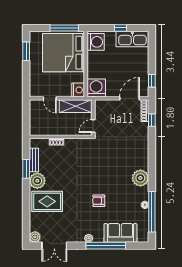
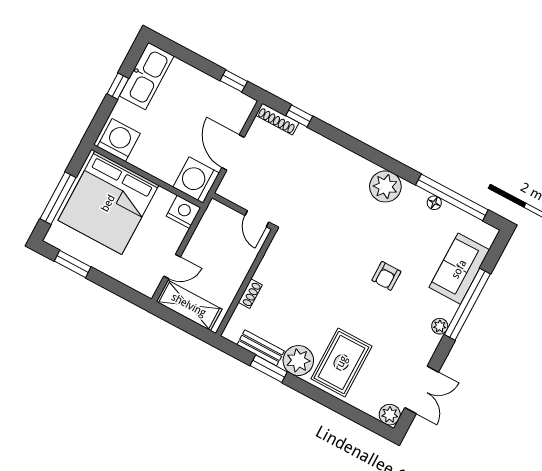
window: (64, 28) -> (58, 198), moved
door: (129, 98) -> (233, 152), moved
shelving: (76, 106) -> (189, 305), moved, turned 90

